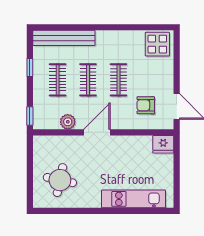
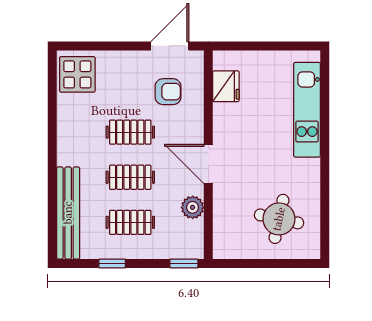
armchair: (146, 105) -> (168, 92), turned -90
fridge: (163, 144) -> (226, 86), moved

